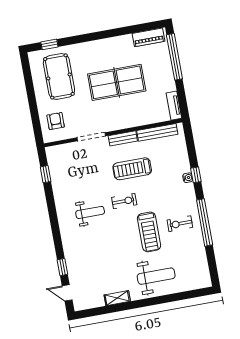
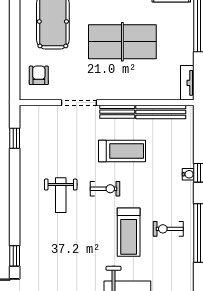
treadmill: (132, 169) -> (122, 151), turned 180
weight bench: (90, 212) -> (61, 195), turned 90

